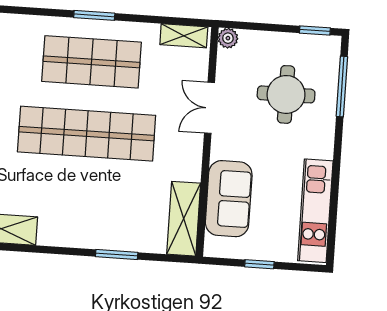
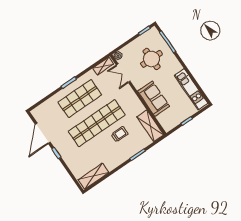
double door: (210, 108) -> (123, 73), moved
trolley: (113, 189) -> (120, 134), added
sofa: (229, 199) -> (154, 99), moved

